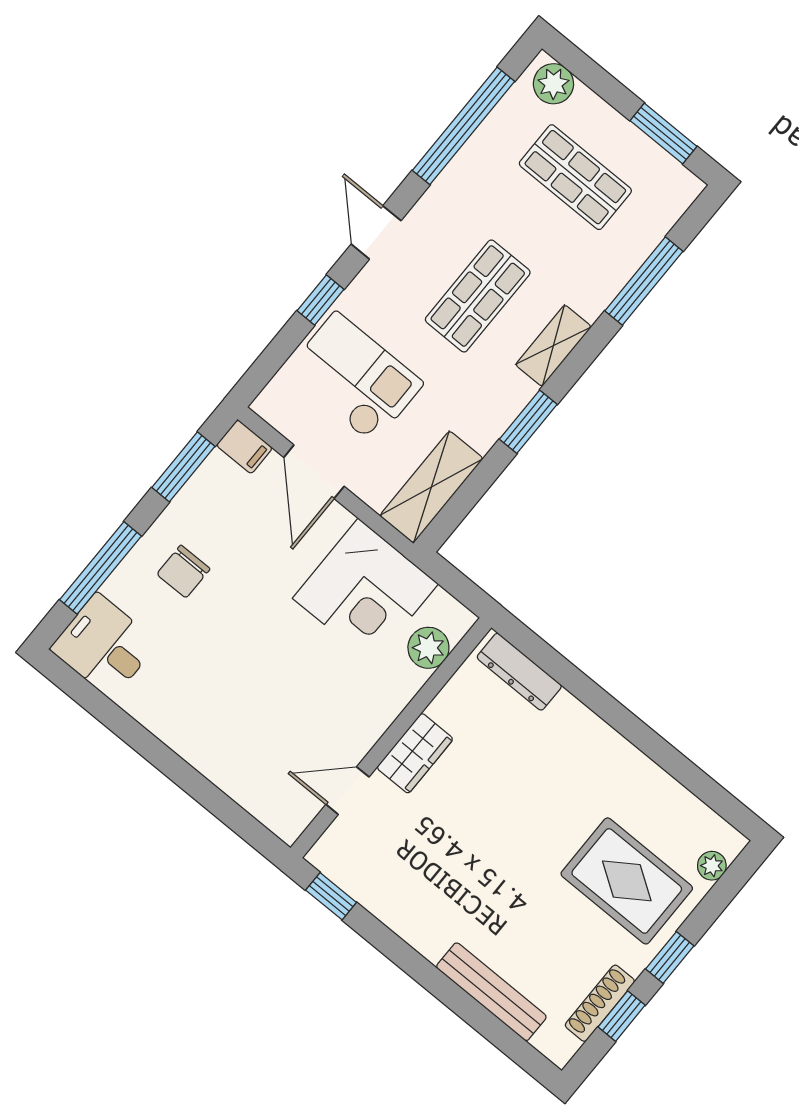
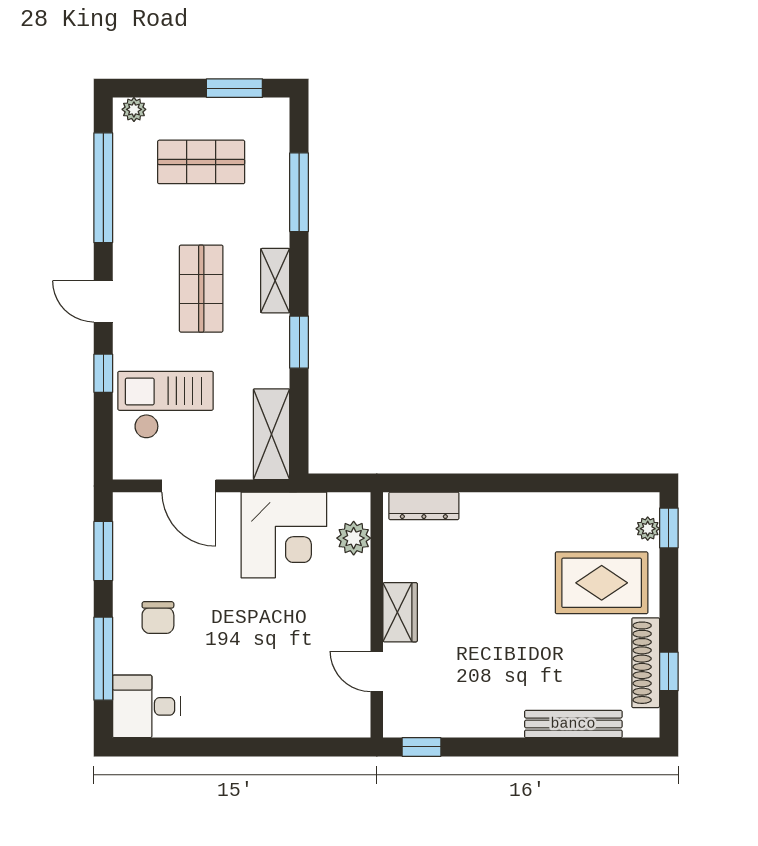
plant: (553, 84) -> (134, 109), width x0.73, depth x0.73
filing cabinet: (244, 447) -> (131, 506), removed
door: (347, 791) -> (377, 671), hinge flipped
window: (670, 957) -> (669, 528), moved
shoe rack: (600, 1003) -> (646, 663), width x1.36, depth x1.24

